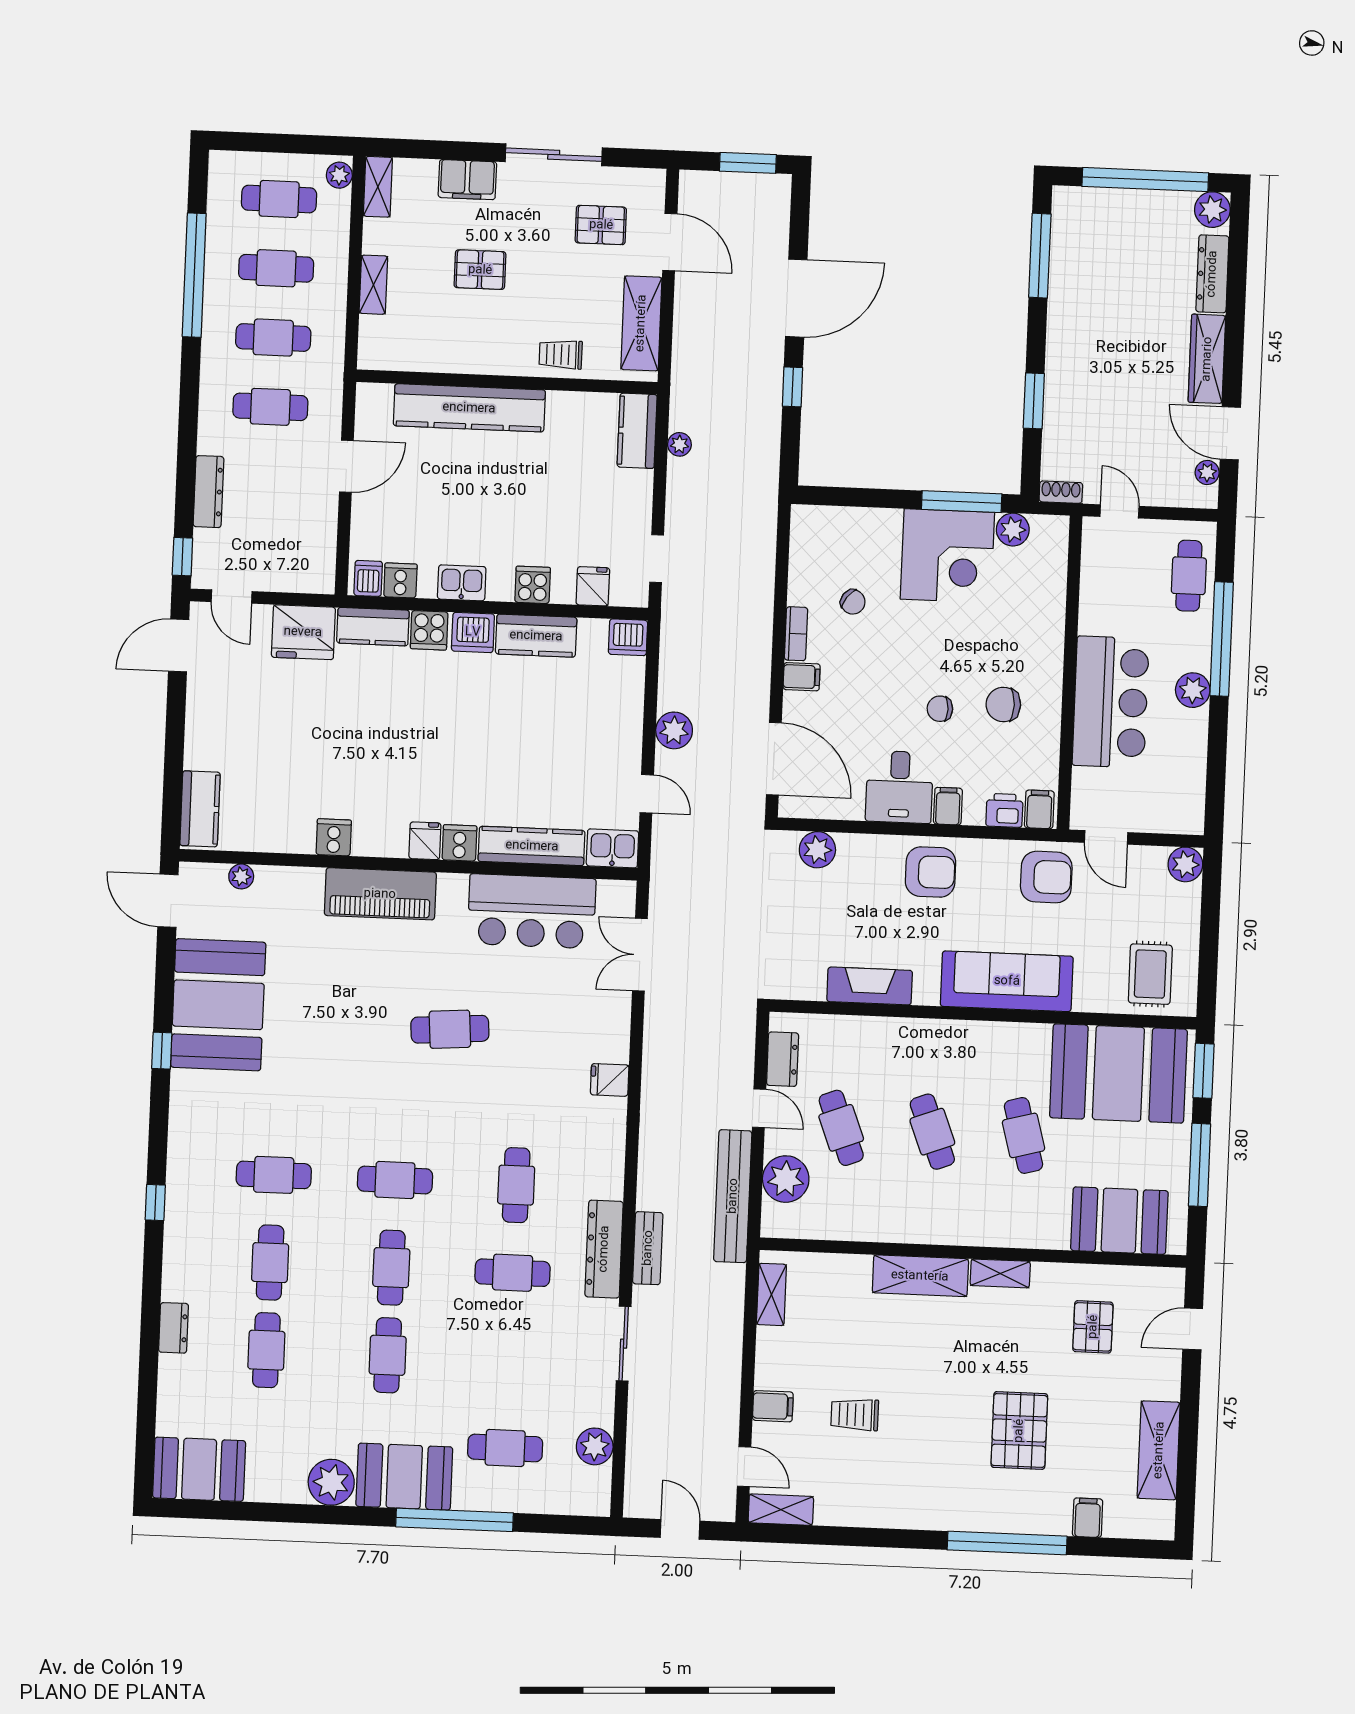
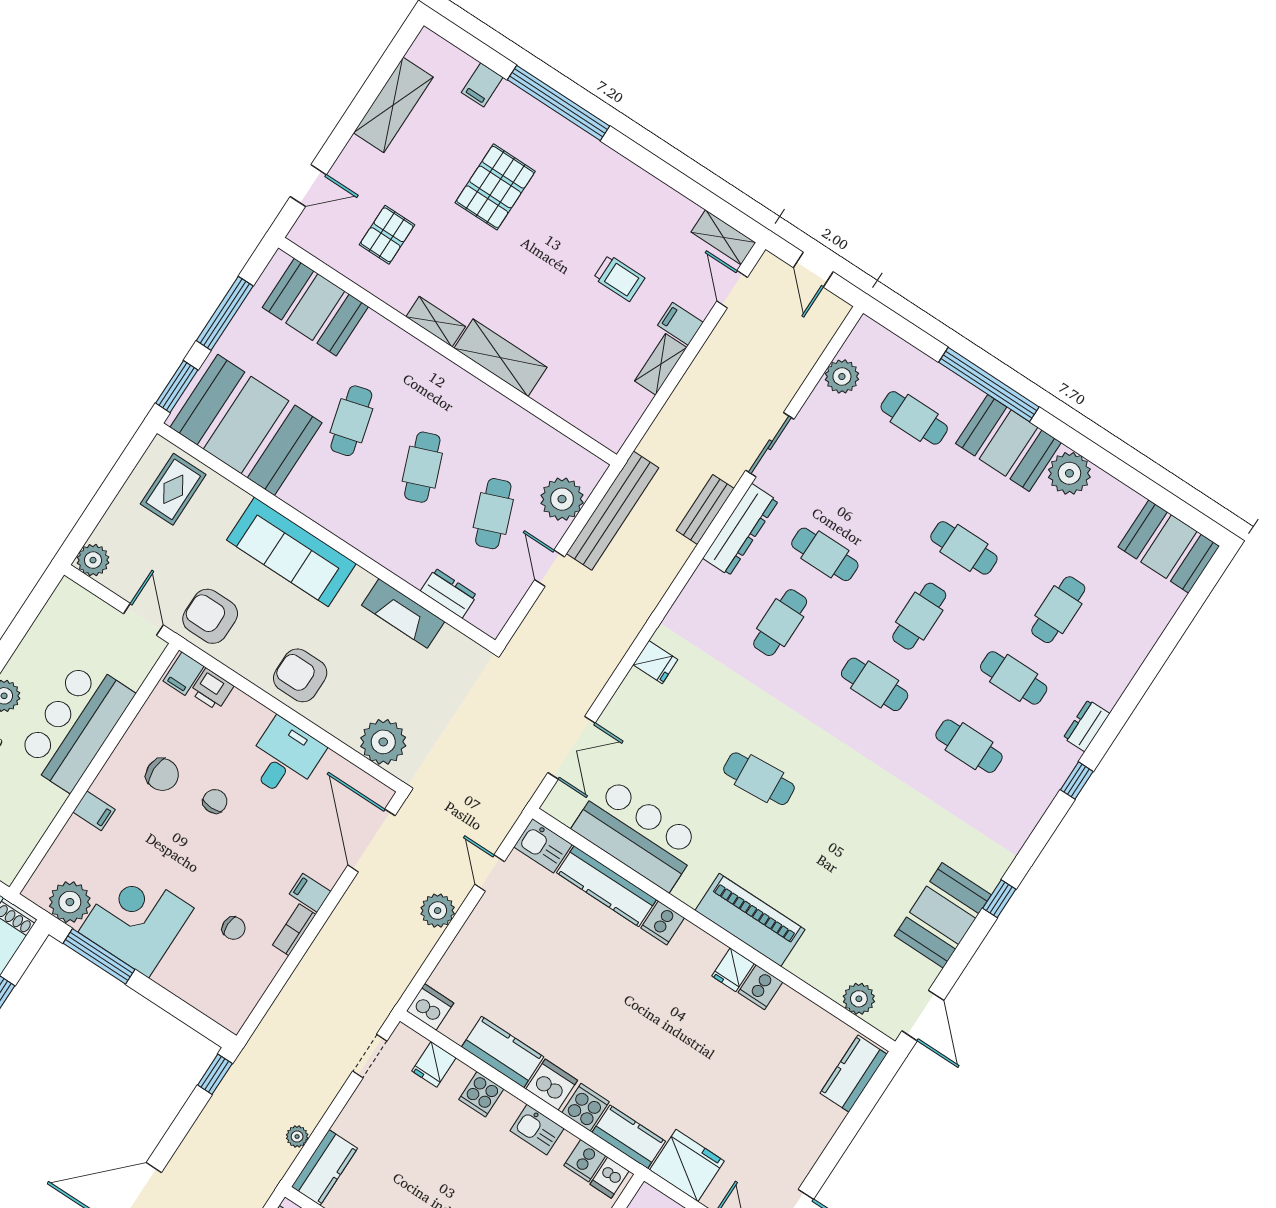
window: (793, 387) -> (215, 1074), moved
plant: (1013, 530) -> (70, 902), width x1.36, depth x1.36
chair: (853, 602) -> (234, 928), turned 143
chair: (940, 709) -> (215, 801), turned -90
filing cabinet: (948, 806) -> (94, 811), moved, turned -90
fridge: (425, 841) -> (733, 970), moved
plant: (817, 850) -> (383, 742), width x1.36, depth x1.36
plant: (241, 876) -> (859, 999), width x1.38, depth x1.38
booth: (218, 1005) -> (943, 915), width x0.73, depth x0.70
dresser: (783, 1059) -> (449, 593), moved, turned 90
cafe table: (270, 1263) -> (1014, 678), turned 90
shelving: (771, 1294) -> (661, 364), moved
dresser: (174, 1328) -> (1087, 726), moved
cafe table: (388, 1355) -> (964, 548), turned 90

